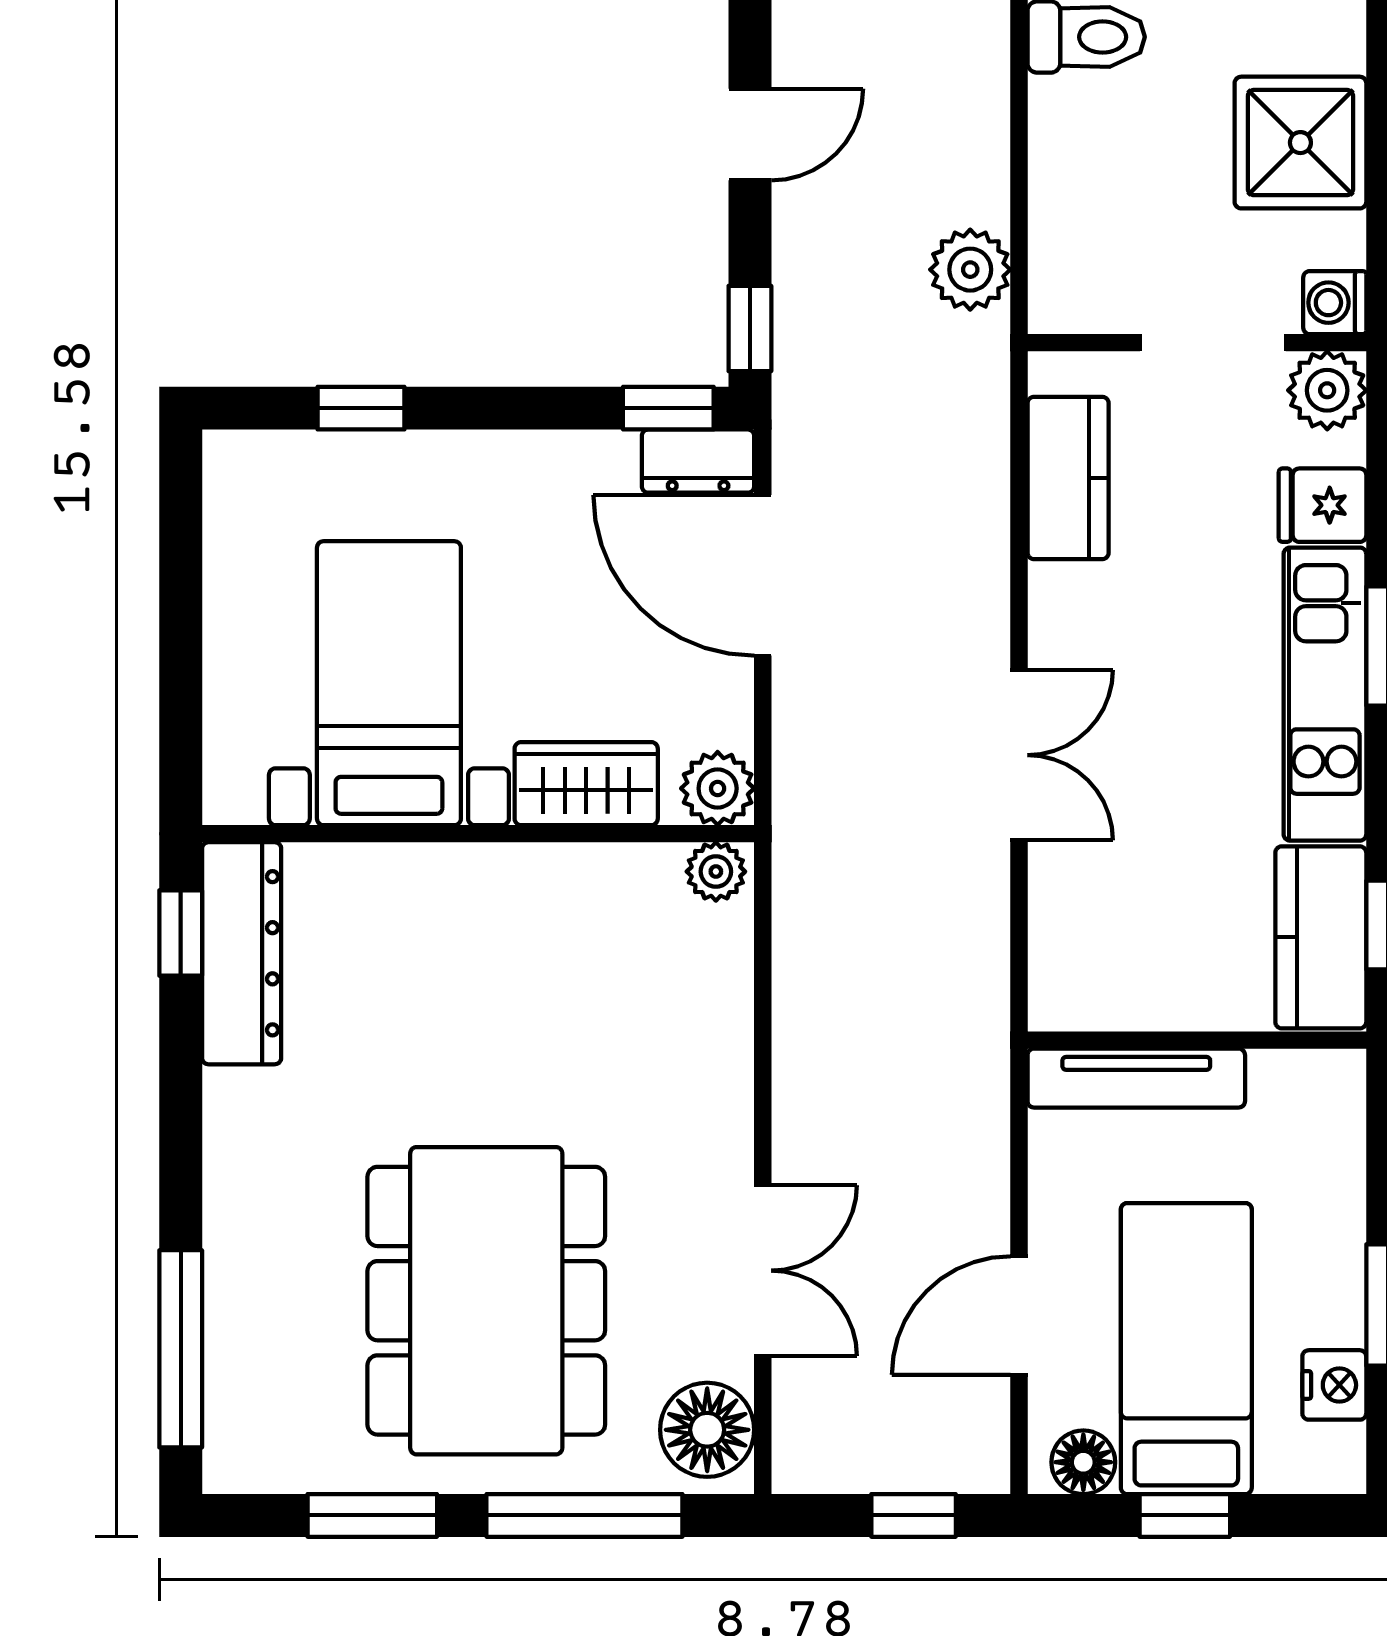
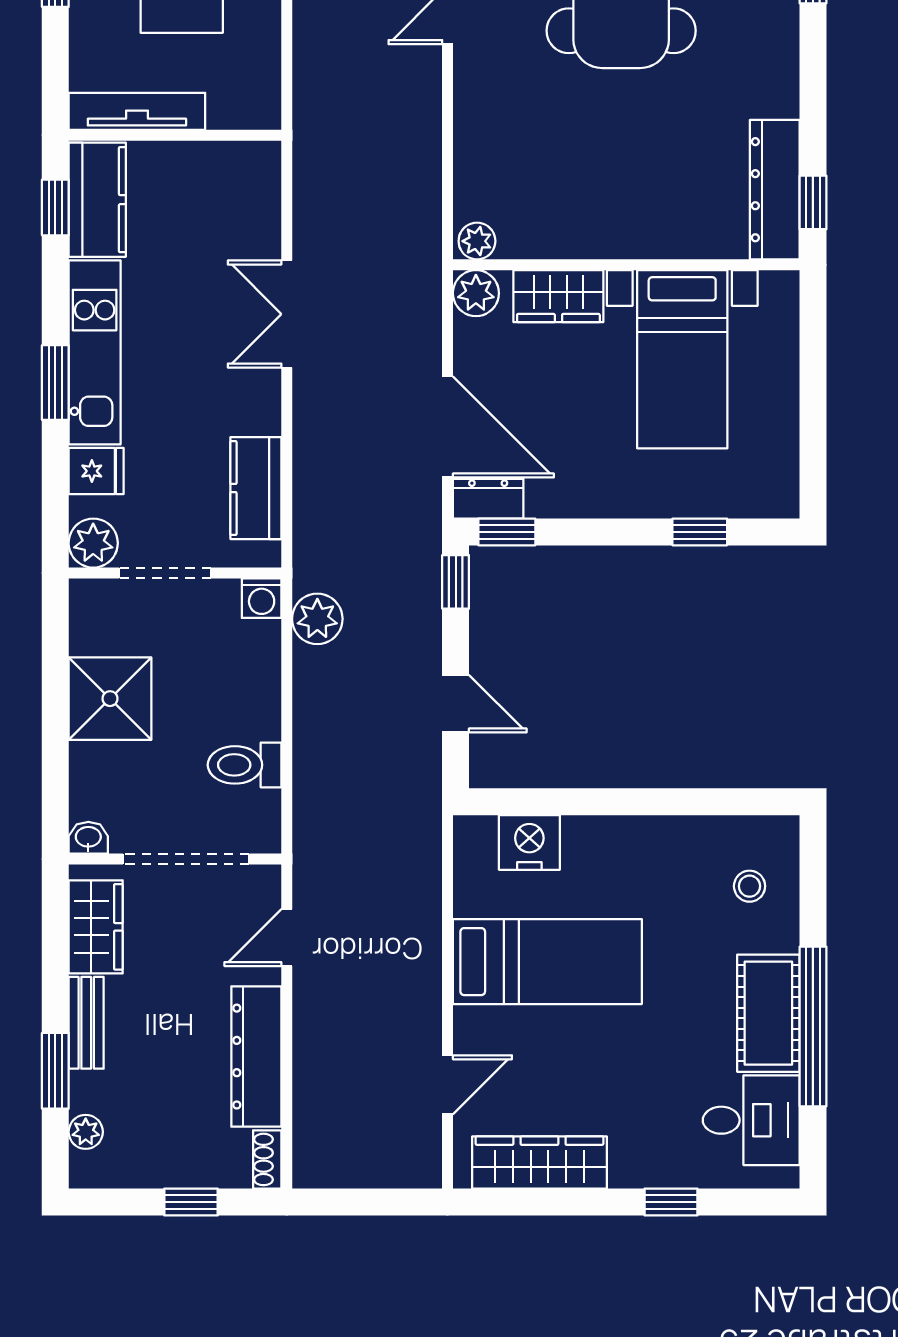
door: (750, 135) -> (456, 704), swing flipped
washing machine: (1335, 303) -> (262, 598), moved, turned 90
tv unit: (1136, 1078) -> (137, 111), moved

